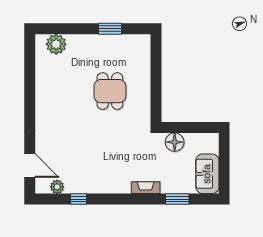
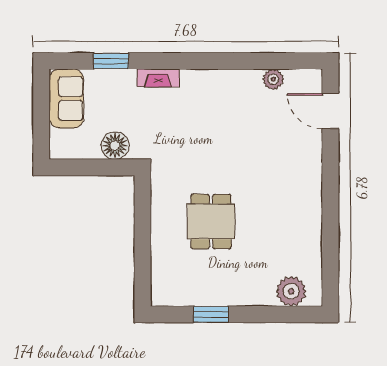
plant: (57, 187) -> (273, 79), moved
window: (79, 199) -> (258, 61), removed

